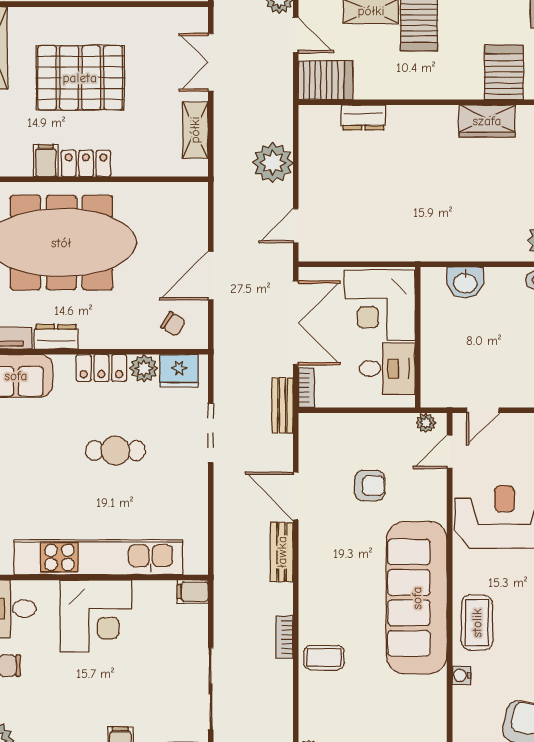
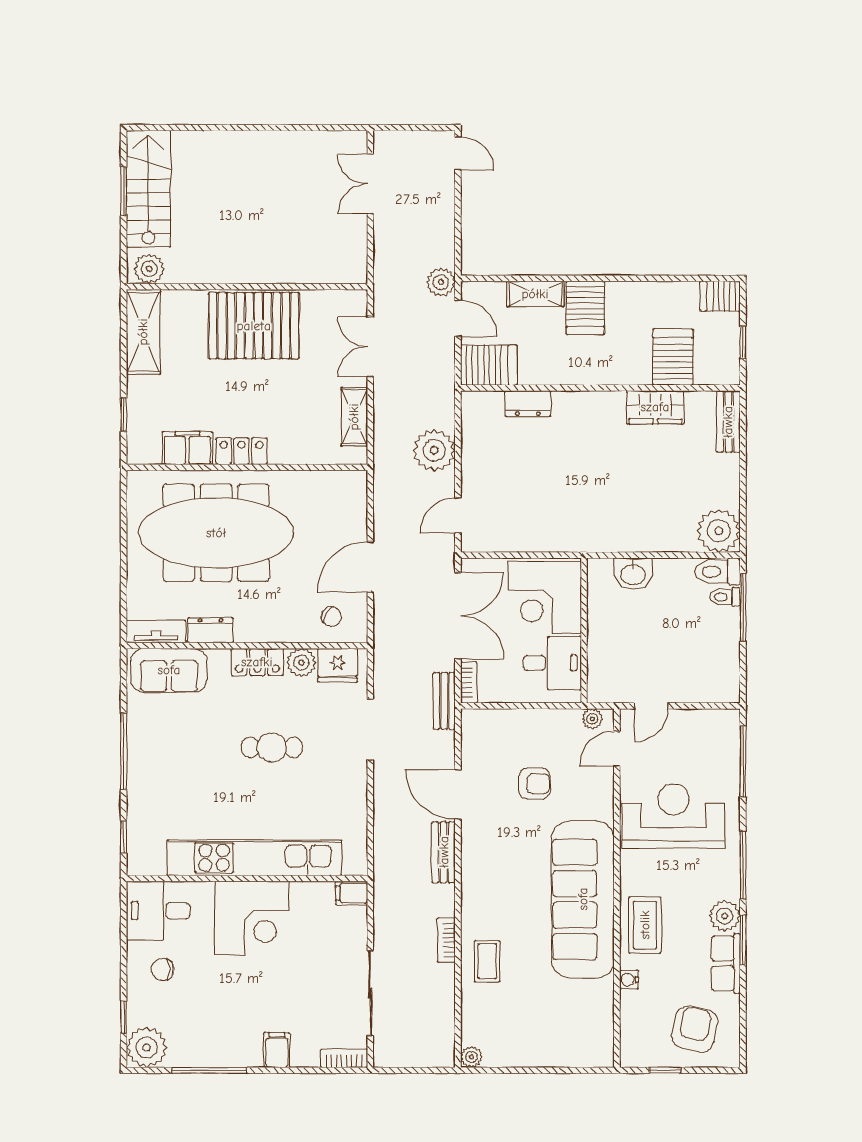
pallet: (80, 78) -> (254, 326), moved
filing cabinet: (46, 160) -> (187, 448), width x2.00
coffee table: (324, 658) -> (487, 961), turned 90

